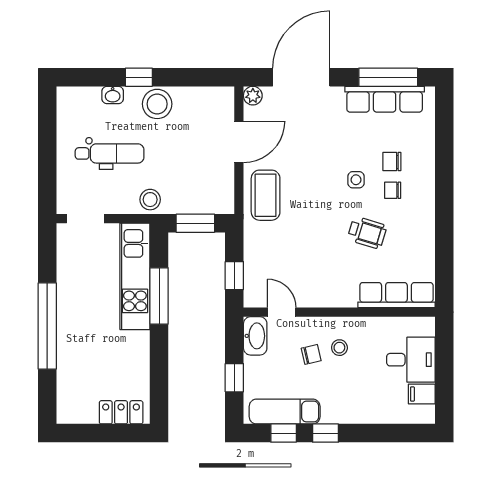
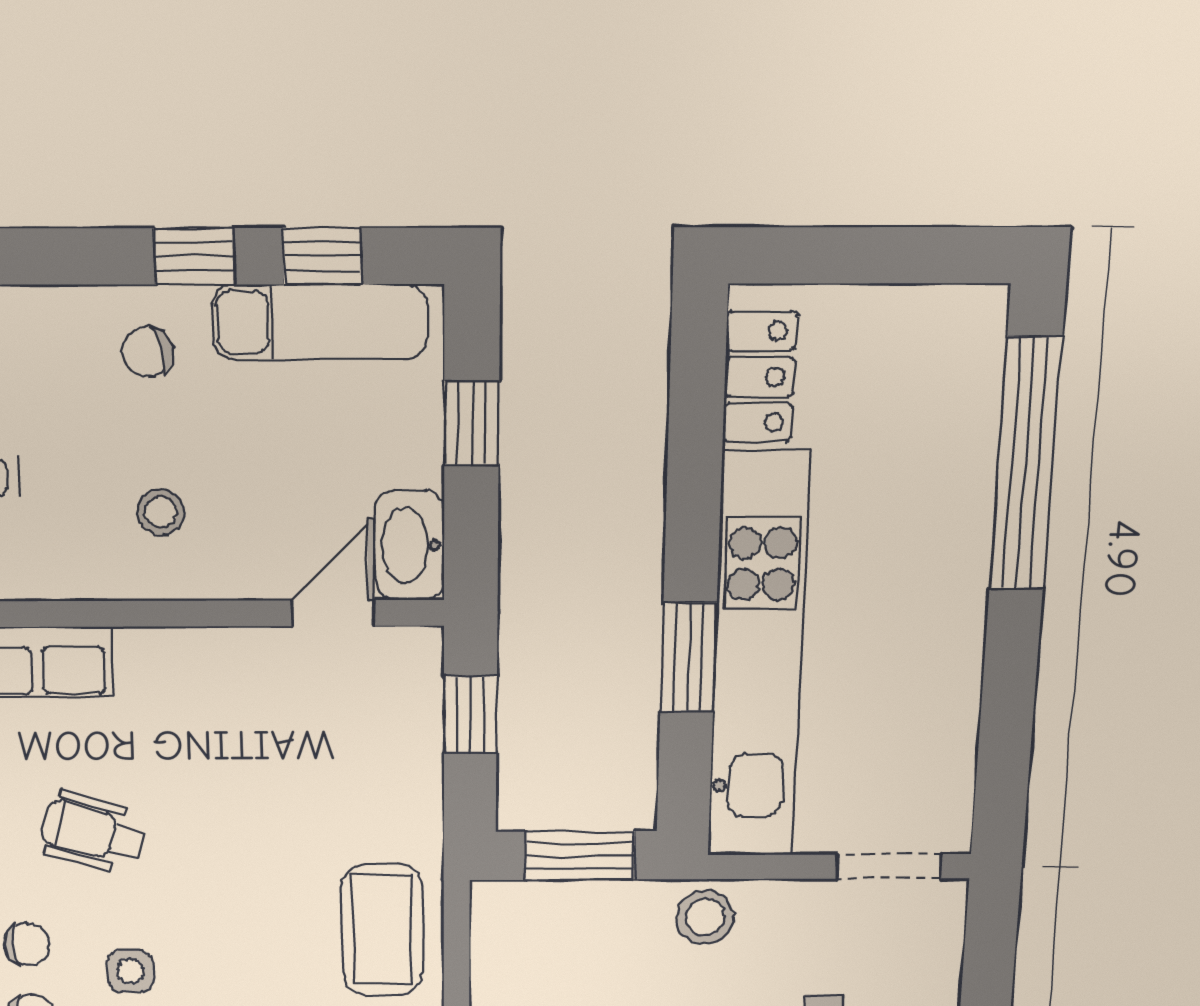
kitchen unit: (135, 276) -> (758, 658), width x1.36
window: (159, 296) -> (688, 657), width x0.69
door: (282, 312) -> (333, 613), swing flipped
window: (47, 326) -> (1025, 465), moved
chair: (311, 354) -> (147, 352), moved
locker: (121, 412) -> (759, 377), moved, turned -90

